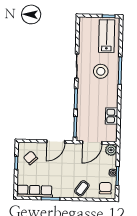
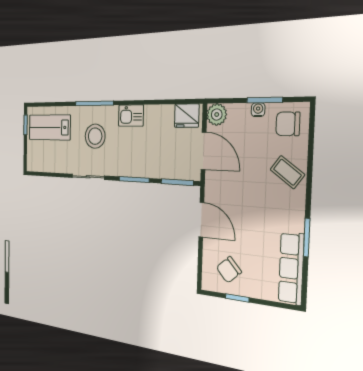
kitchen sink: (112, 116) -> (131, 116), moved
fridge: (111, 132) -> (187, 116), added

